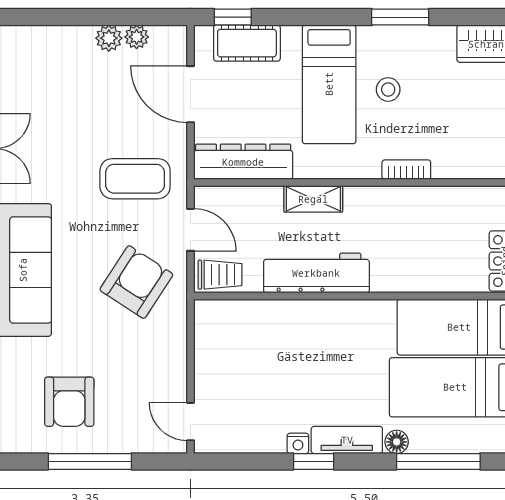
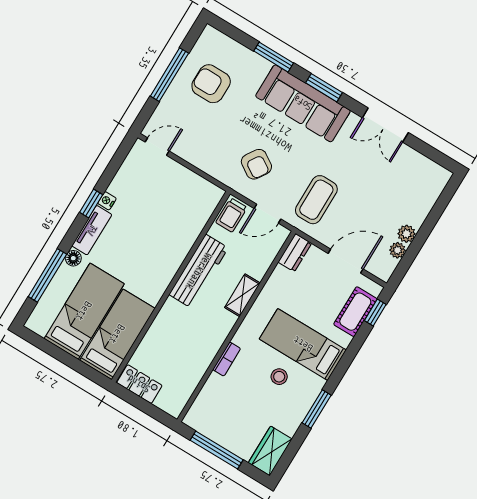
dresser: (243, 162) -> (295, 253), width x0.51, depth x0.80
armchair: (136, 282) -> (256, 164), width x0.72, depth x0.72

